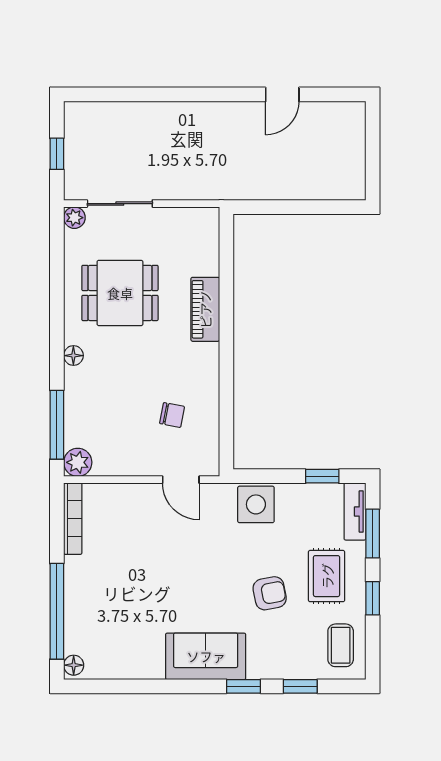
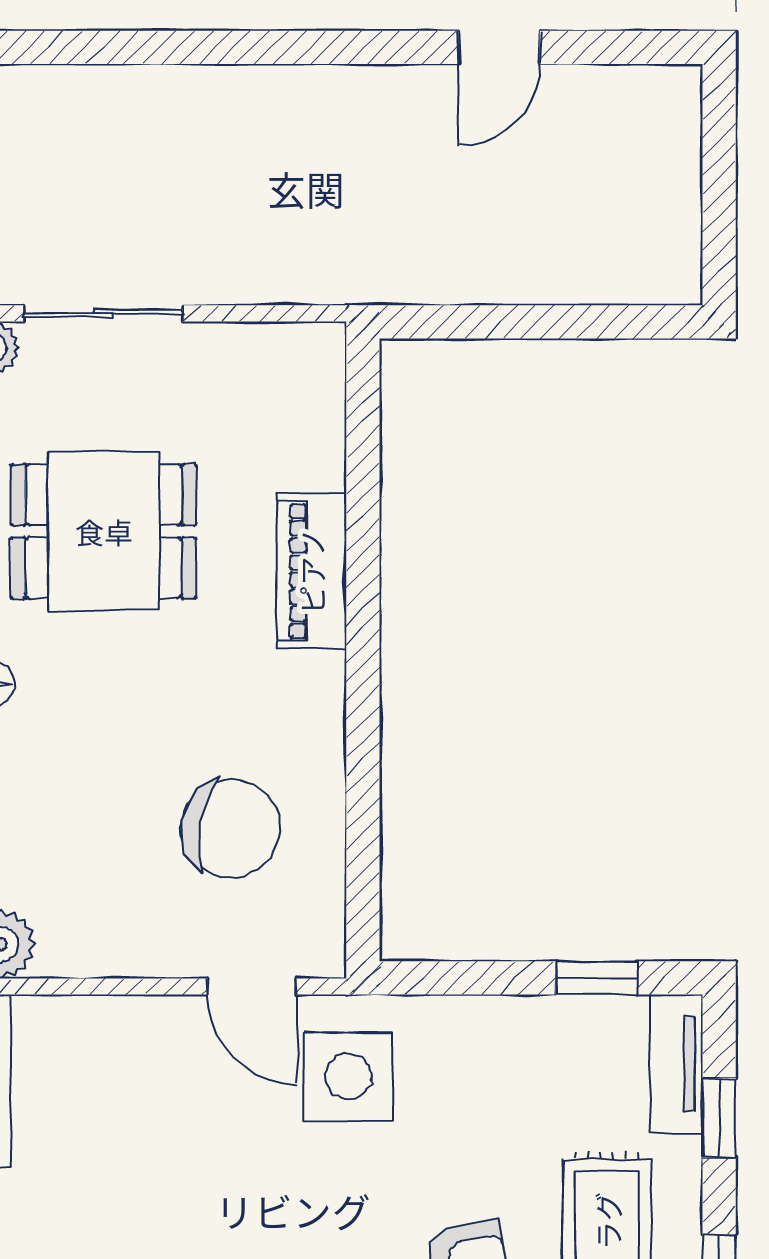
chair: (172, 415) -> (231, 829), width x1.87, depth x1.87
side table: (256, 504) -> (348, 1076), moved
window: (373, 534) -> (719, 1118), width x0.67

